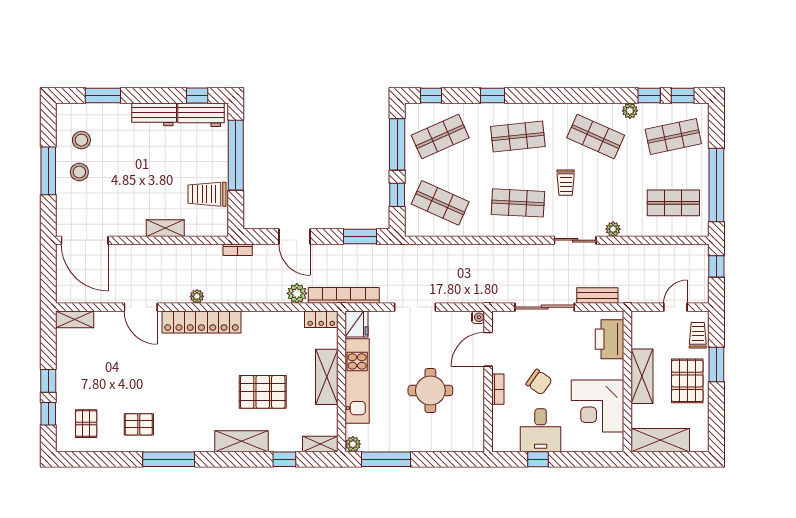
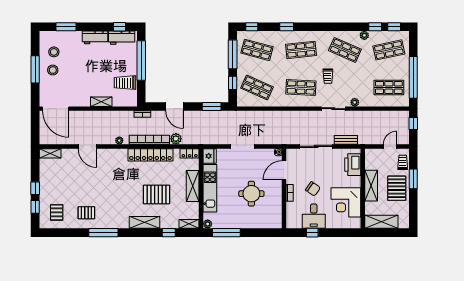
shop shelf: (440, 137) -> (257, 50), turned 39
bookcase: (344, 295) -> (149, 140), moved
locker: (201, 322) -> (150, 155), moved

